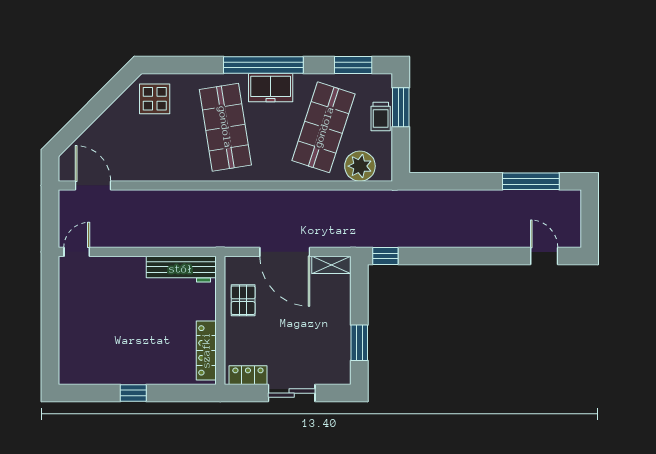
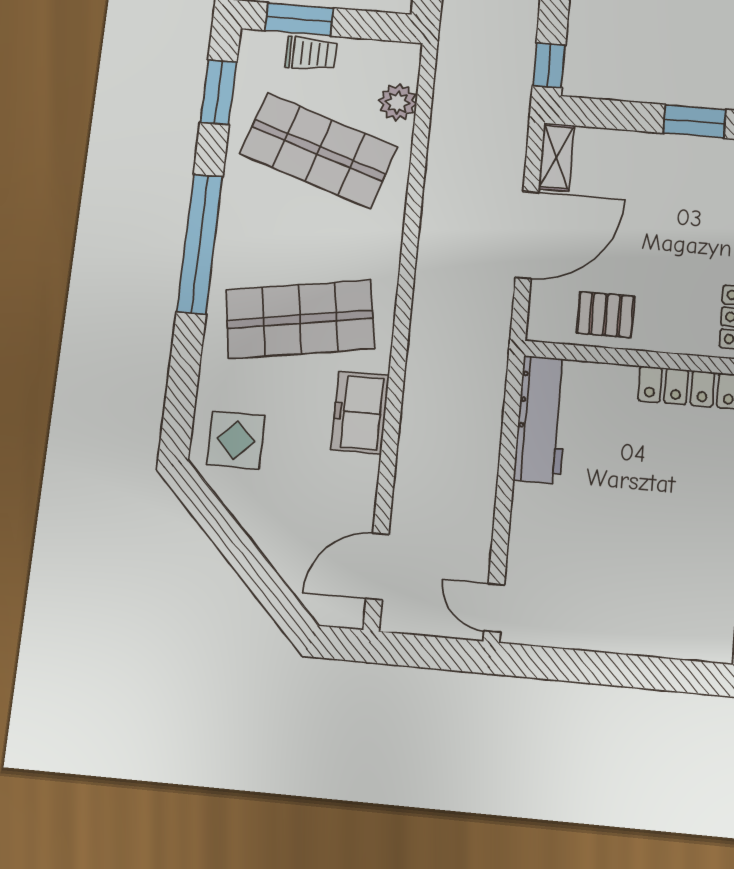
freezer: (271, 88) -> (360, 413), moved, turned 180
plant: (360, 166) -> (398, 102), width x0.73, depth x0.73

